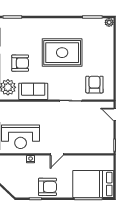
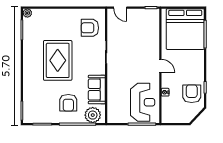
armchair: (20, 63) -> (68, 103), turned 180
door: (115, 115) -> (120, 8), hinge flipped
bed: (93, 184) -> (185, 29), width x1.36
armchair: (47, 187) -> (192, 94), moved

